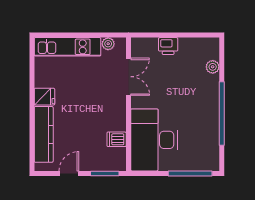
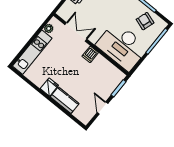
kitchen counter: (44, 134) -> (65, 100), width x0.67
dishwasher: (117, 139) -> (90, 54), moved
armchair: (202, 143) -> (145, 21), added

